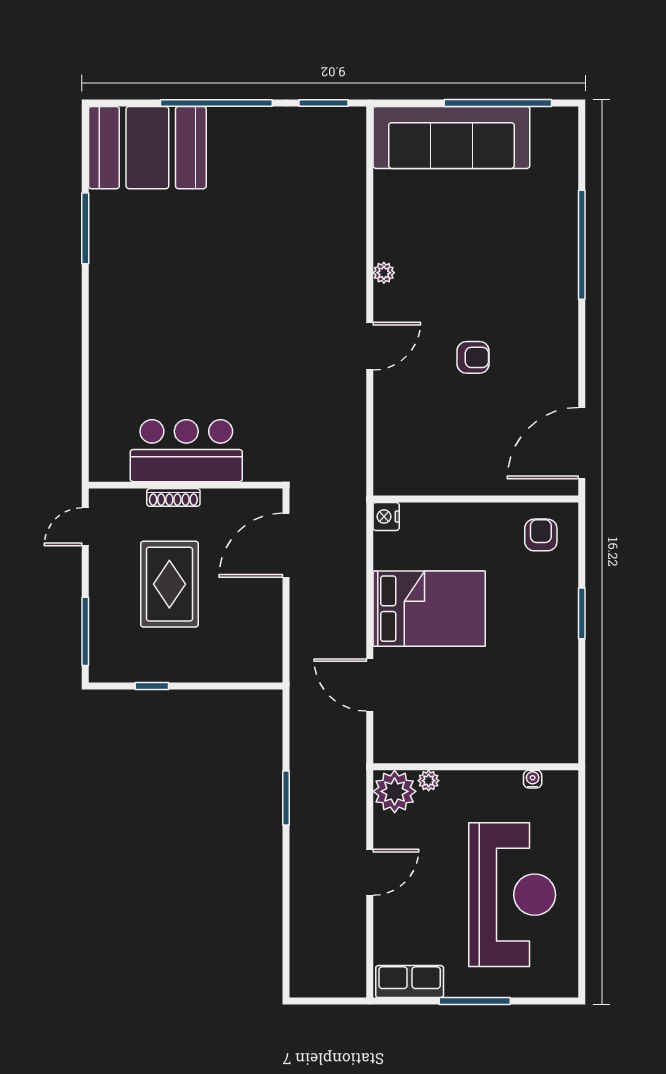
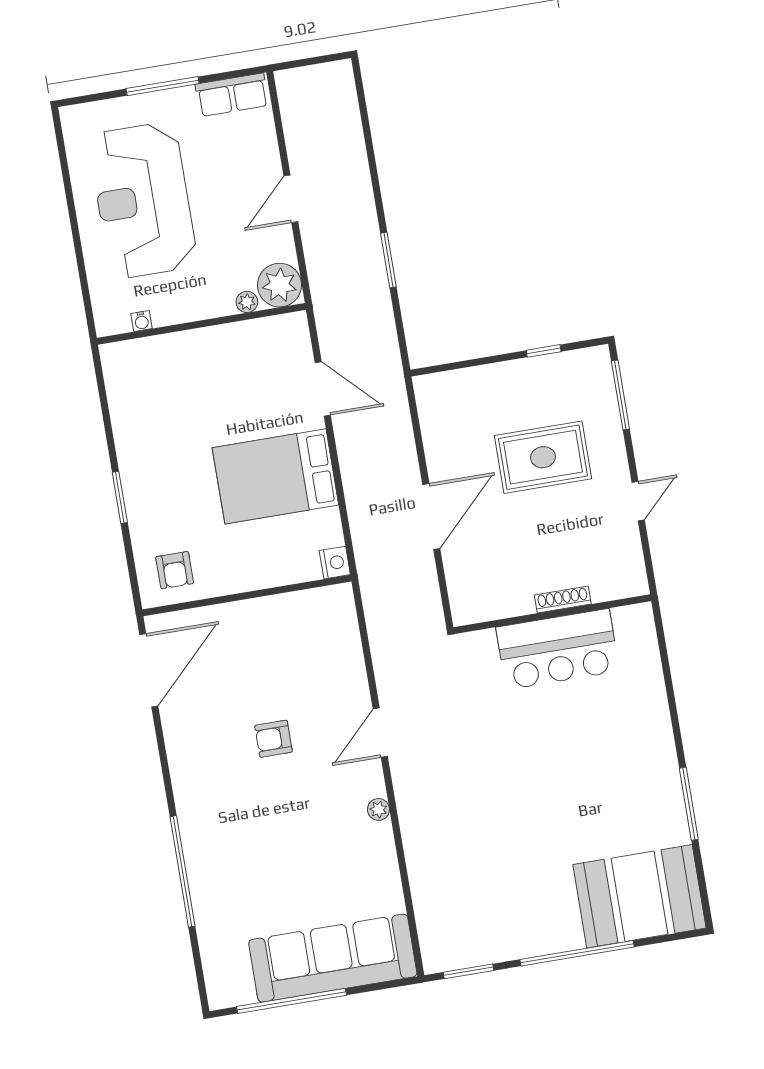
bar counter: (186, 451) -> (558, 649), moved
wall: (186, 485) -> (552, 614), moved
shoe rack: (173, 497) -> (563, 600), moved
rug: (169, 584) -> (543, 457), turned 90

